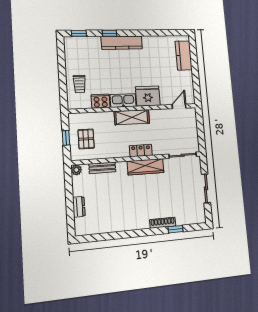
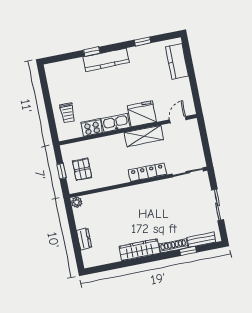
window: (79, 33) -> (143, 41), moved
shelving: (132, 117) -> (144, 136), moved
locker: (141, 151) -> (147, 172), width x1.53
wardrobe: (146, 167) -> (139, 250), moved, turned 180
bench: (102, 168) -> (201, 240), moved

